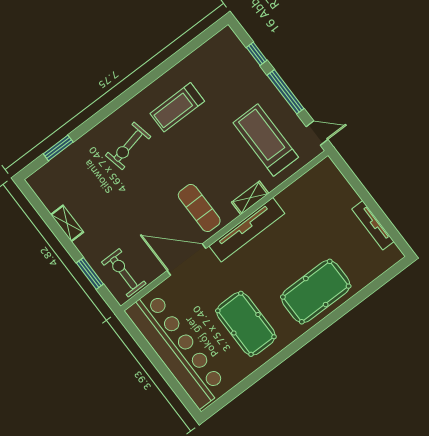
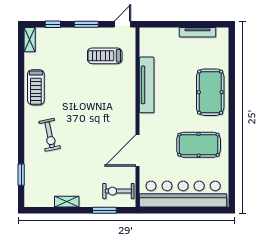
window: (286, 92) -> (86, 24), width x0.69
treadmill: (177, 107) -> (36, 87), moved
treadmill: (266, 140) -> (105, 56), width x0.73, depth x0.73
shelving: (250, 198) -> (30, 40), moved
exercise mat: (199, 208) -> (114, 122), removed
tv unit: (247, 230) -> (147, 85), moved

